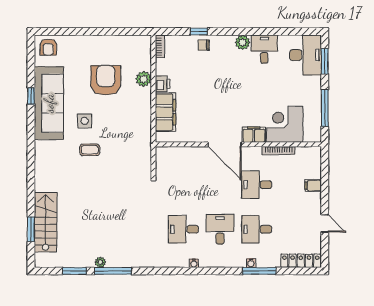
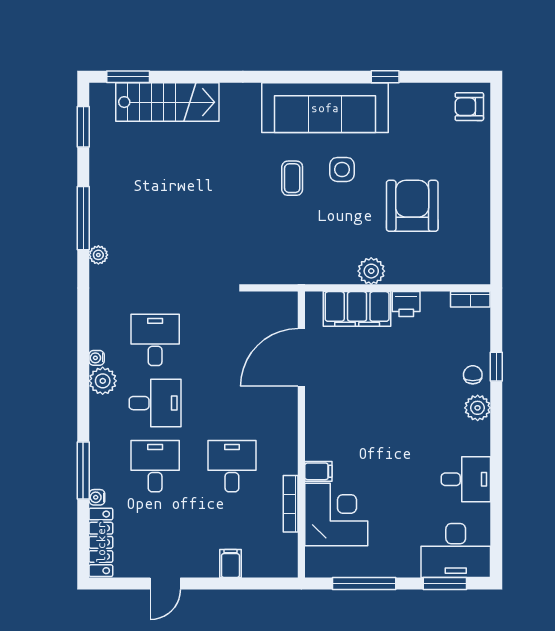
plant: (243, 42) -> (478, 408), moved
plant: (143, 79) -> (371, 271), moved
armchair: (106, 80) -> (412, 206), turned -90
sofa: (49, 103) -> (325, 108), moved
filing cabinet: (254, 135) -> (318, 471), width x0.50
door: (225, 144) -> (301, 357), moved
window: (31, 229) -> (128, 77), moved
plant: (207, 260) -> (103, 381), added
plant: (100, 262) -> (98, 255), moved
water cooler: (251, 263) -> (97, 497), moved
window: (74, 271) -> (83, 127), moved

